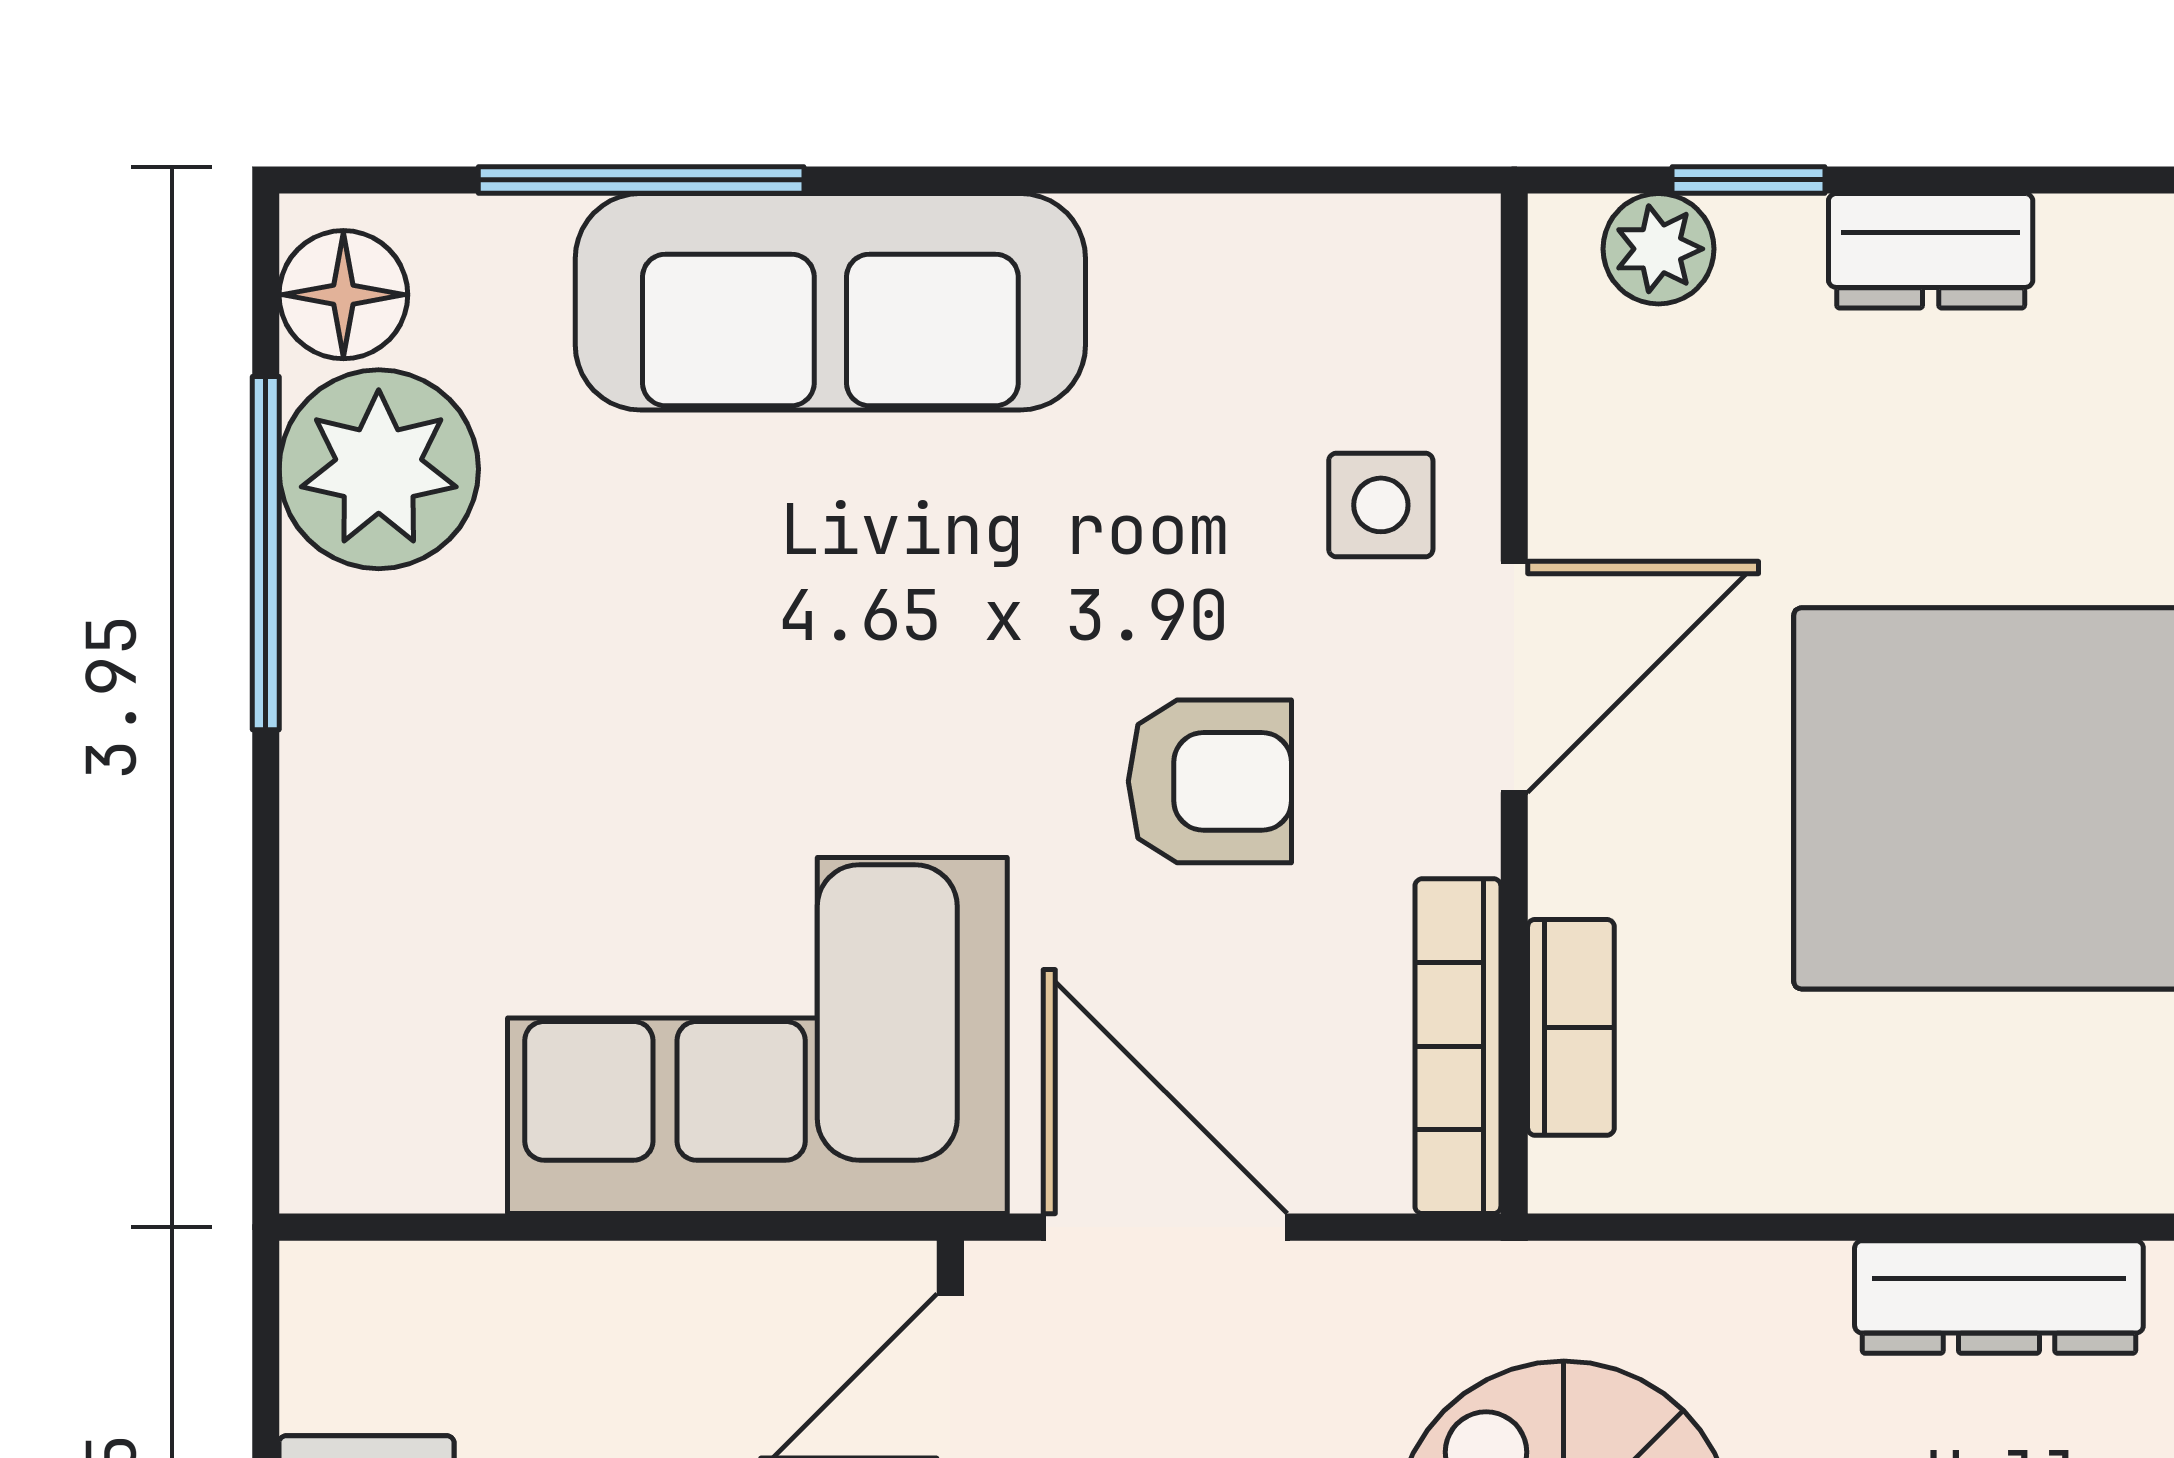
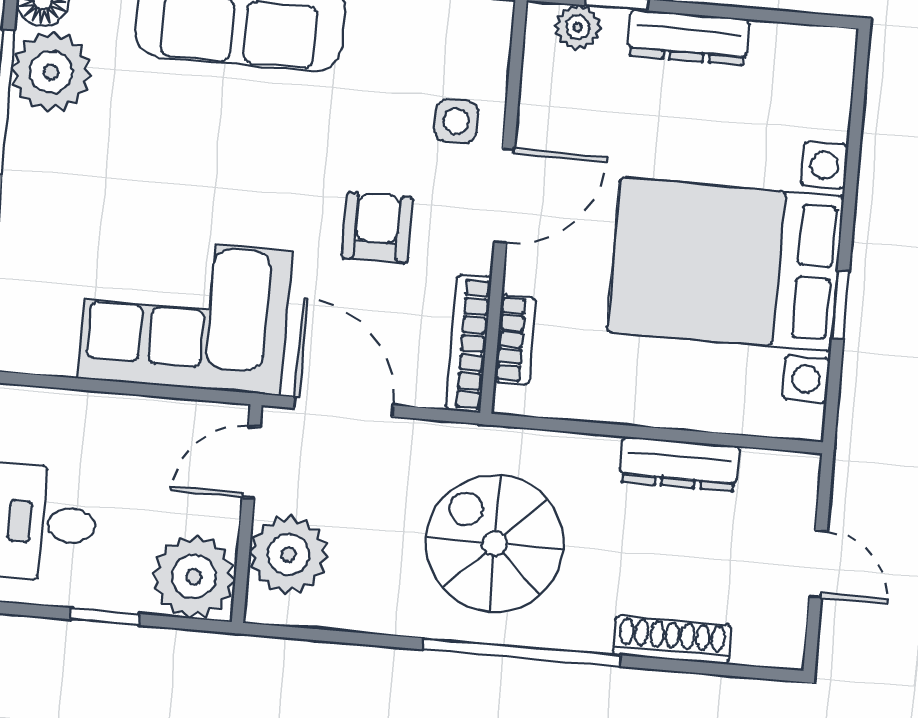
dresser: (1931, 251) -> (688, 37), width x1.44
armchair: (1210, 781) -> (377, 227), turned -90

